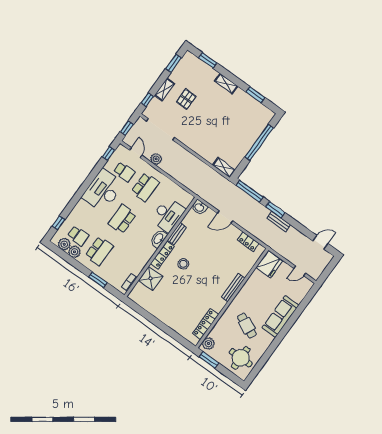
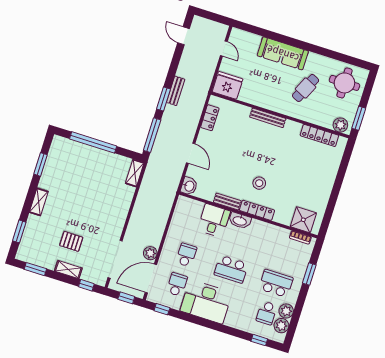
door: (136, 153) -> (151, 279), width x1.88
school desk: (145, 187) -> (186, 255), width x0.54
desk: (168, 215) -> (214, 221), width x0.73
school desk: (78, 236) -> (267, 313), turned 180
shower: (151, 278) -> (303, 220), moved

